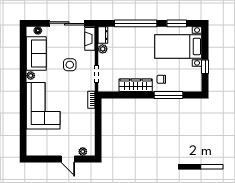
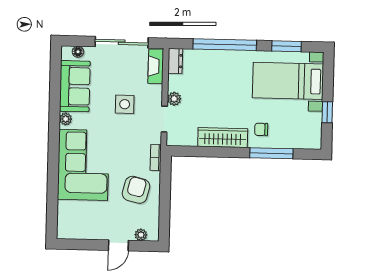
plant: (103, 49) -> (174, 99), moved
armchair: (79, 122) -> (136, 190), added
door: (68, 159) -> (118, 245), hinge flipped

